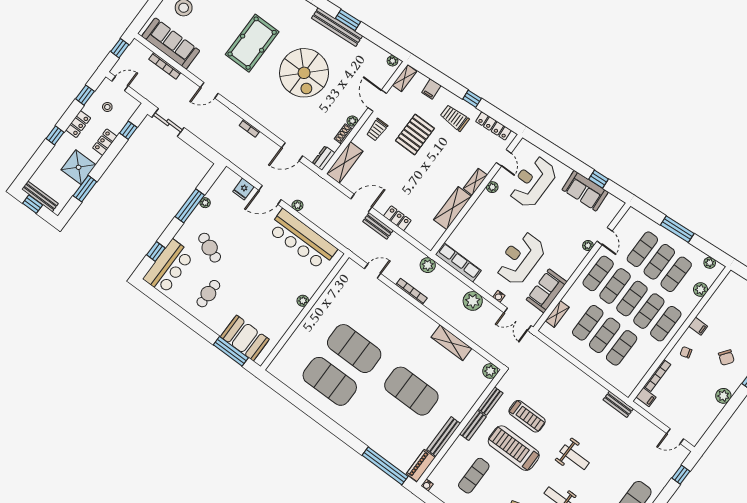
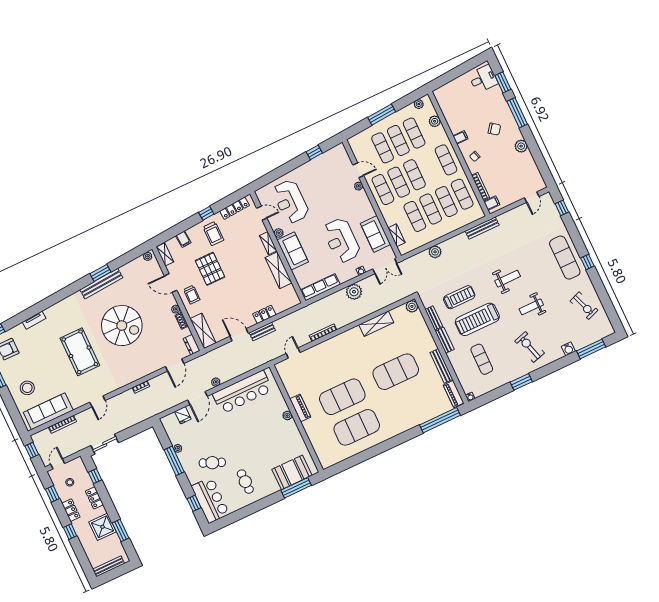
trolley: (454, 118) -> (213, 233), turned -90
sofa: (585, 191) -> (293, 251), moved, turned -86
door: (361, 203) -> (239, 335), hinge flipped
window: (33, 204) -> (111, 575), removed
plant: (428, 265) -> (435, 252), moved
piano: (318, 310) -> (300, 408), added
exercise mat: (649, 311) -> (462, 194), moved
bench: (618, 404) -> (482, 228), width x1.36

